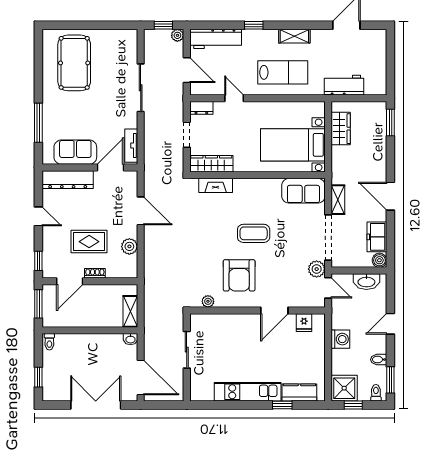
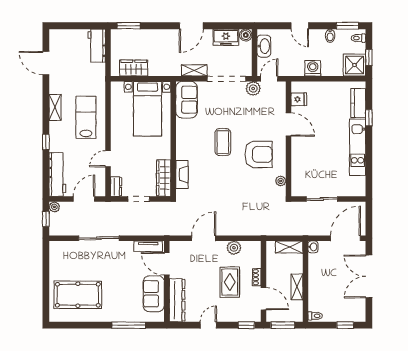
workbench: (344, 85) -> (97, 46), moved
shelving: (83, 321) -> (297, 287), added

